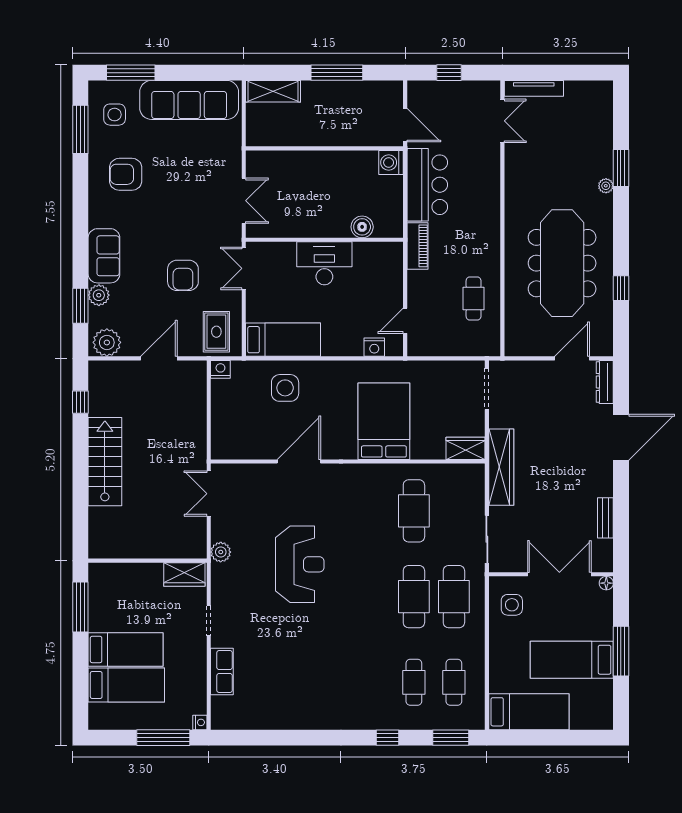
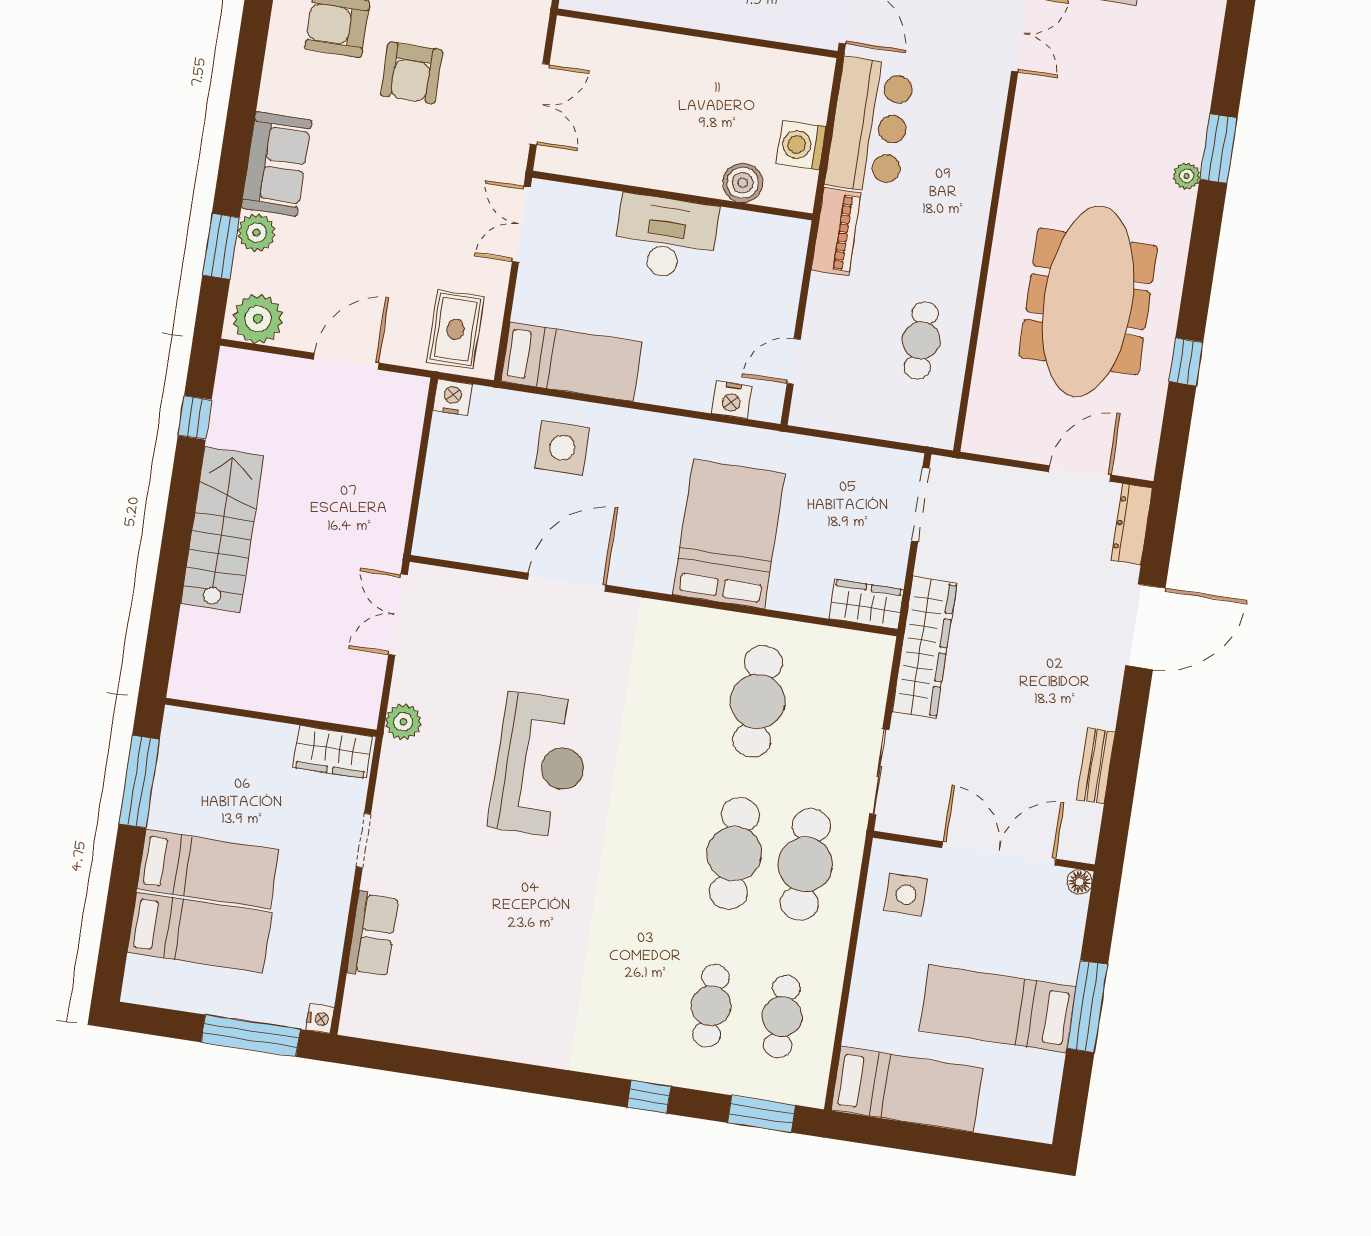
washing machine: (391, 163) -> (801, 145), moved
armchair: (183, 275) -> (412, 73), moved

